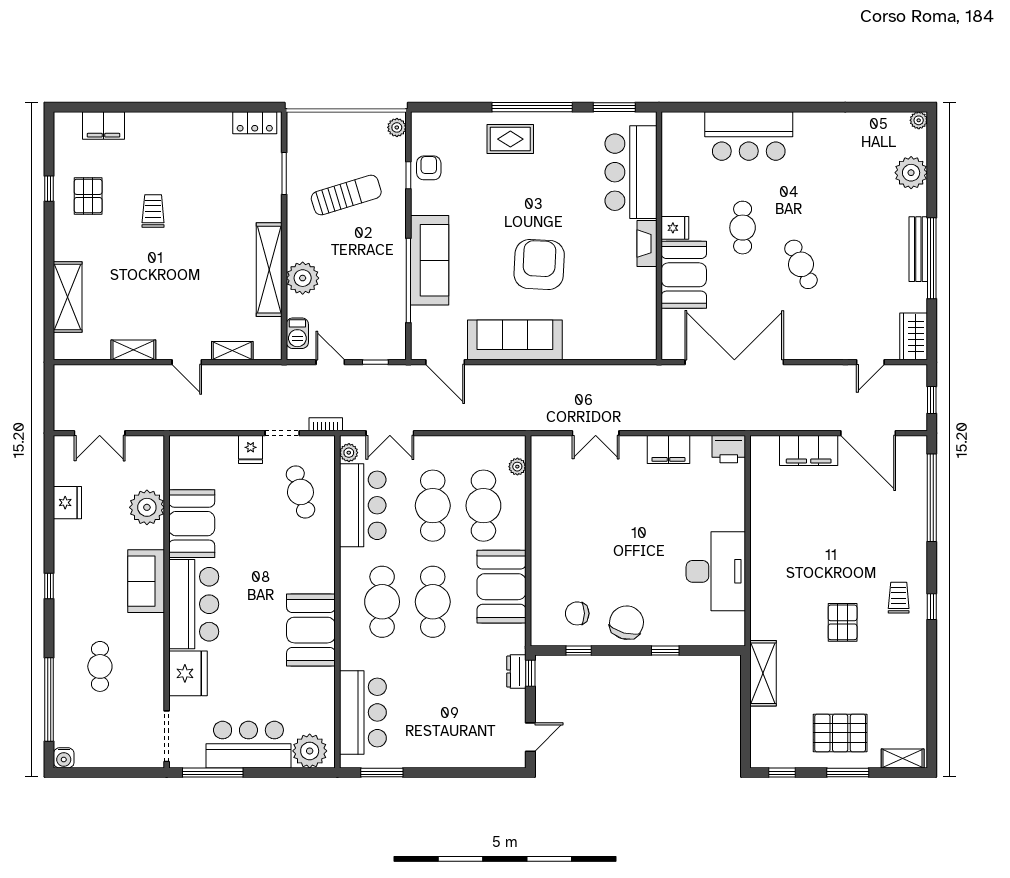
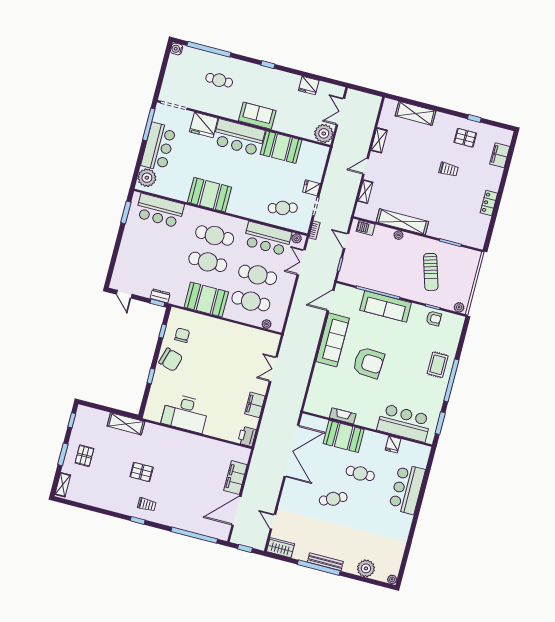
locker: (255, 123) -> (489, 203), moved
fridge: (675, 228) -> (393, 444), moved
fireplace: (647, 244) -> (343, 416), moved
plant: (303, 278) -> (398, 235), width x0.53, depth x0.53
door: (330, 362) -> (346, 241), swing flipped
plant: (147, 507) -> (324, 133), moved
pallet: (840, 733) -> (84, 456), width x0.67, depth x0.71

